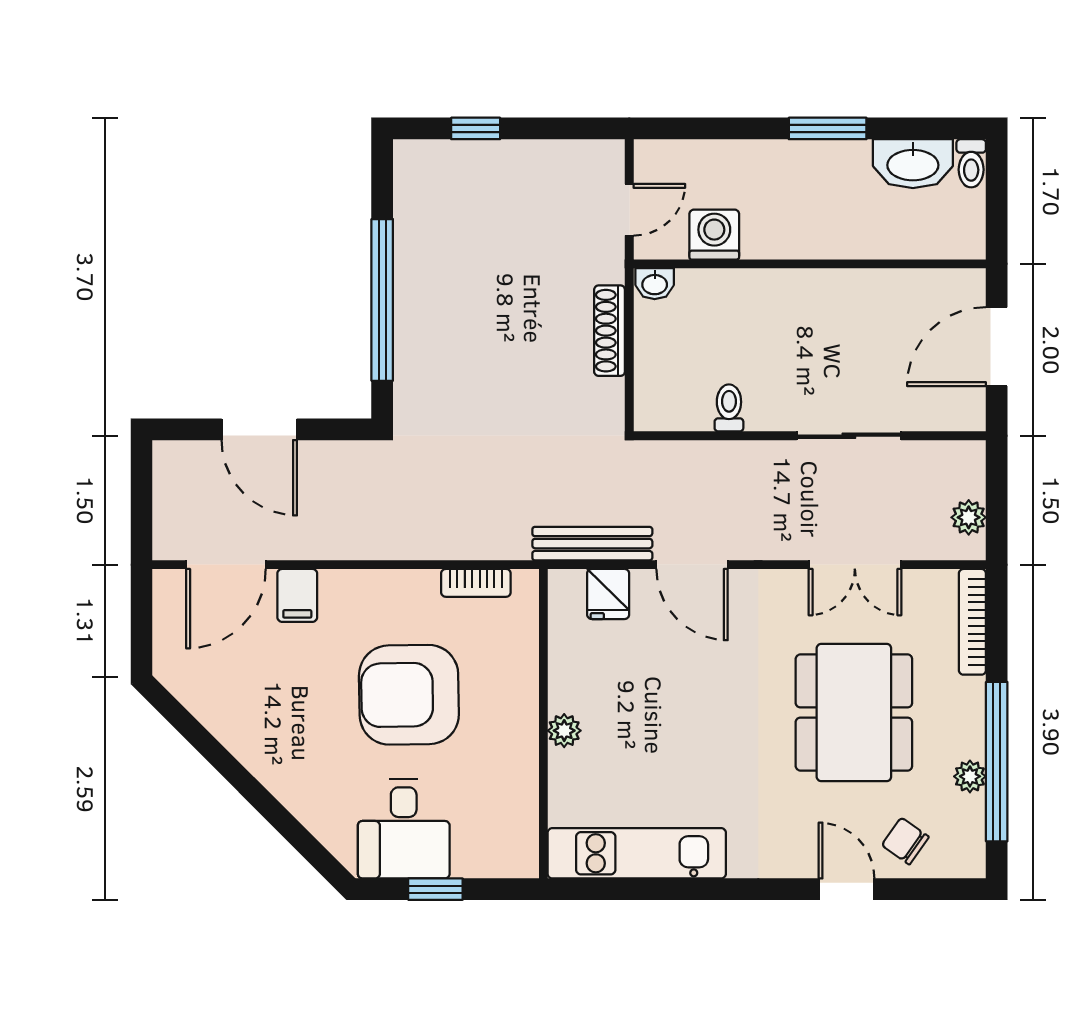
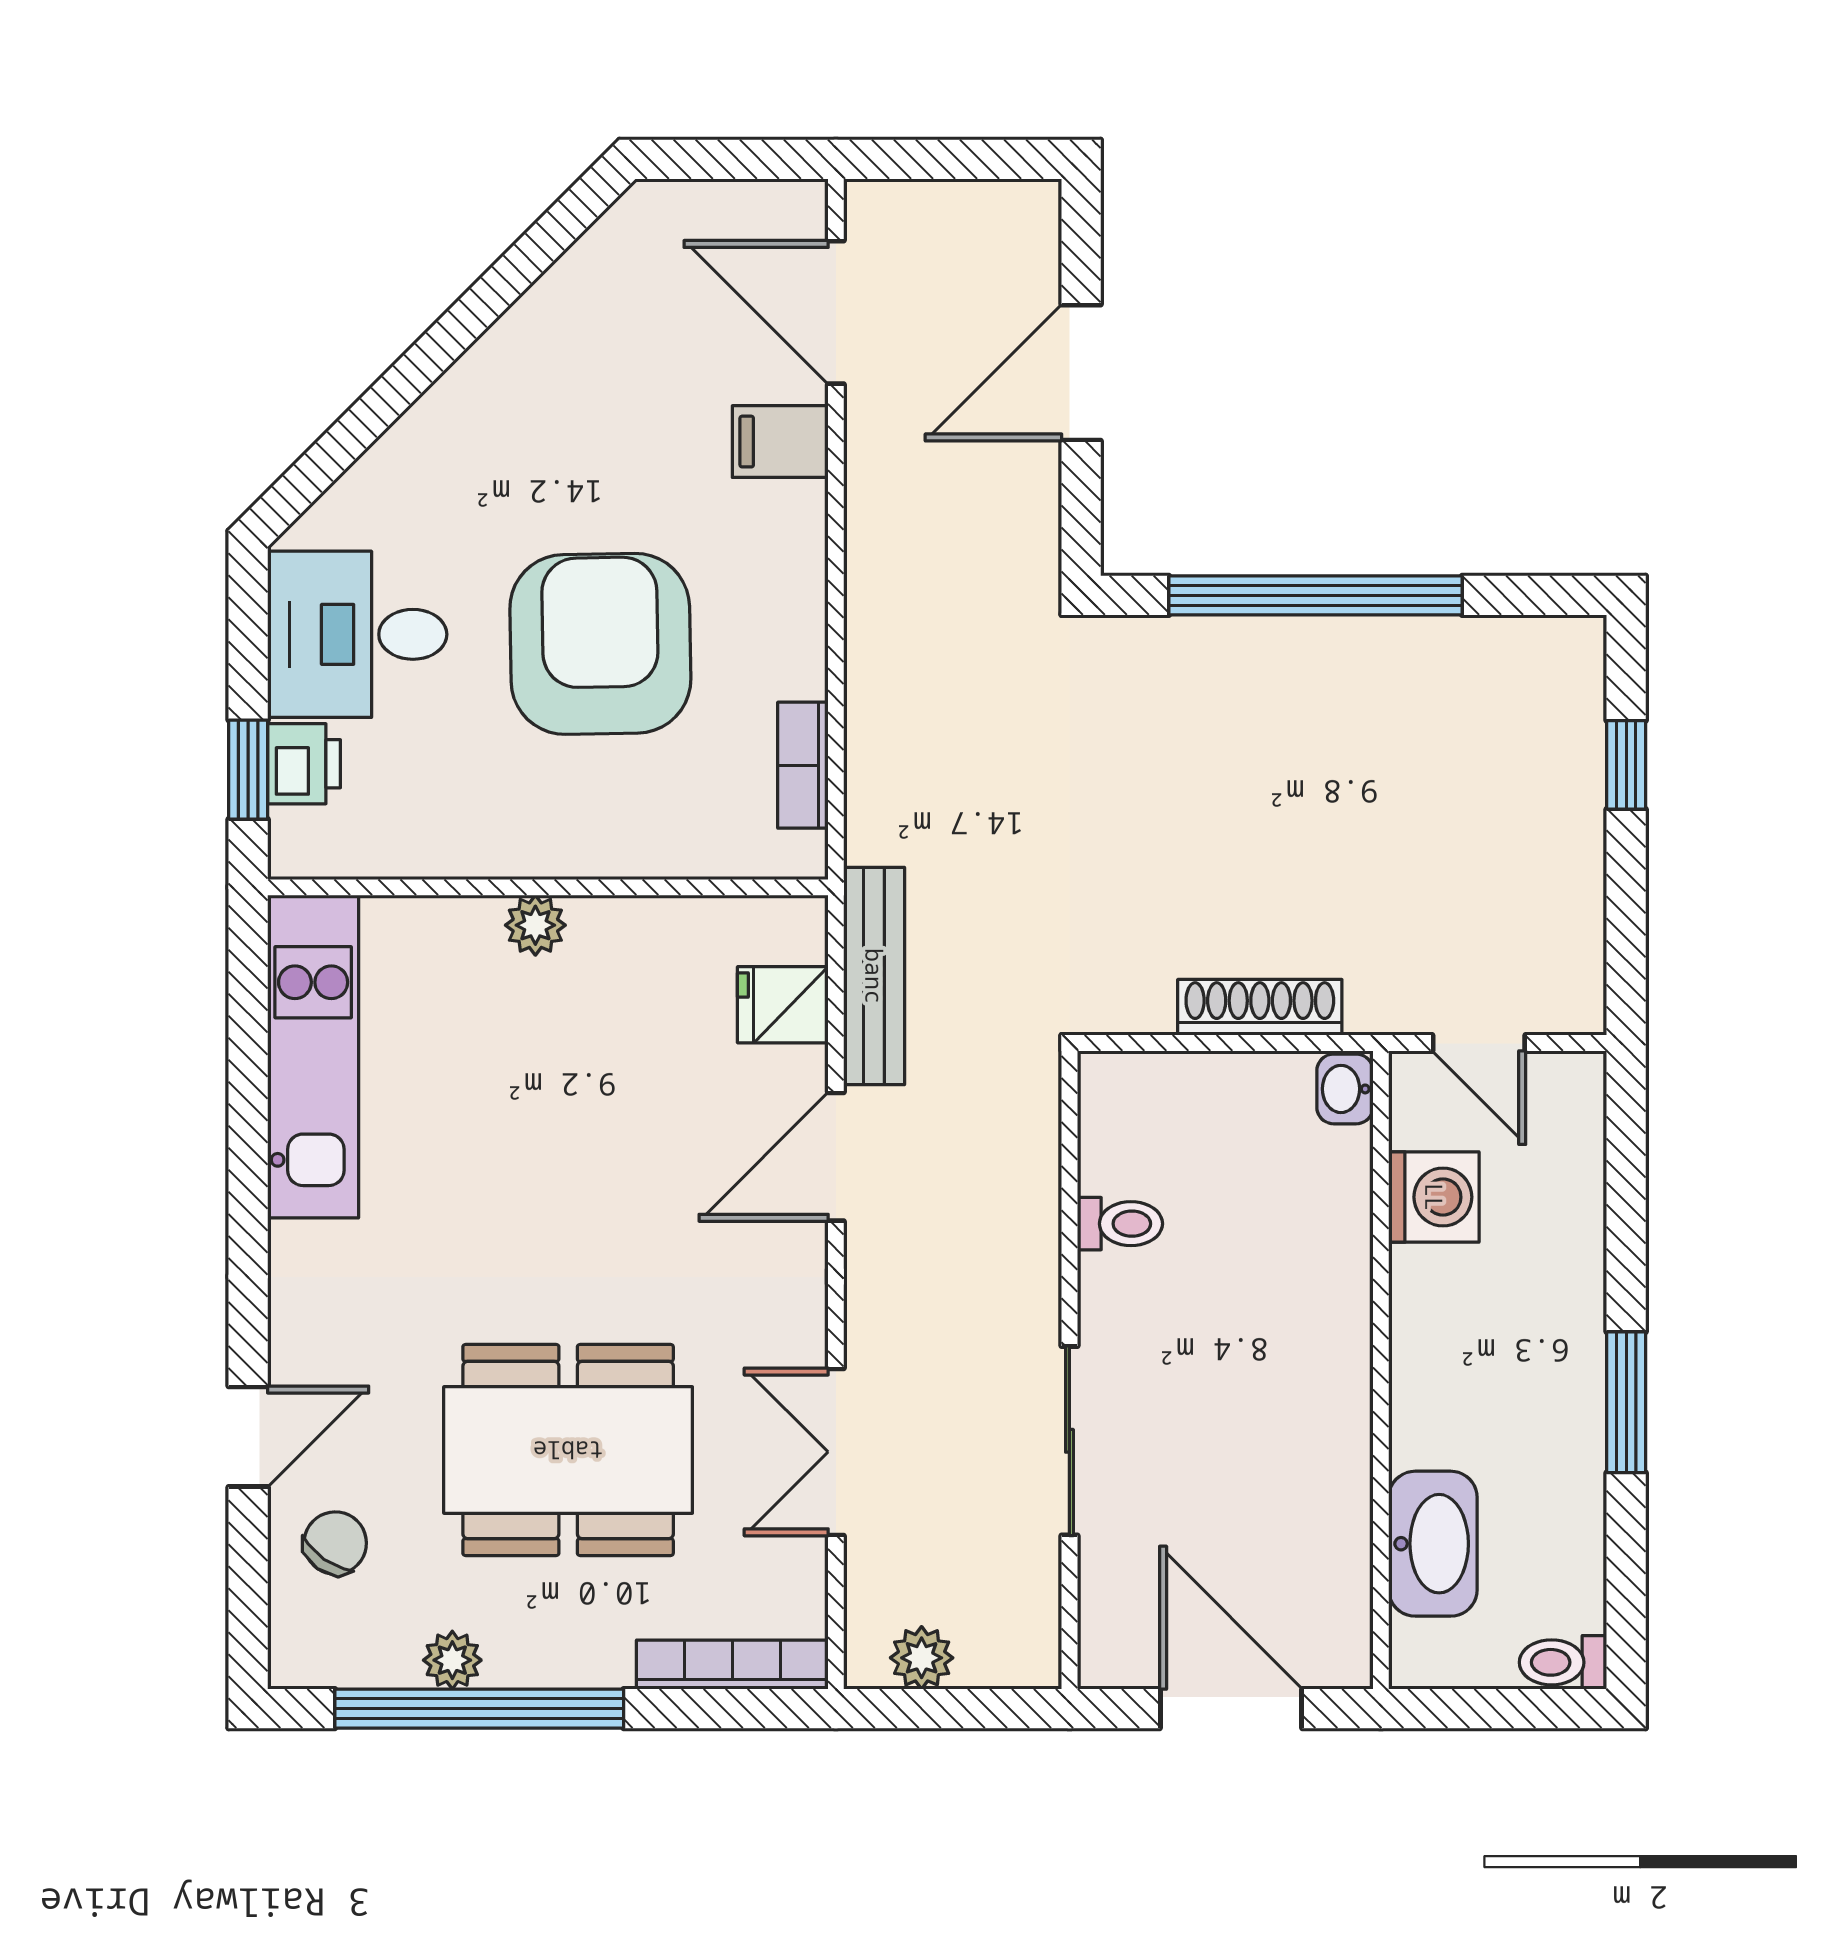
washbasin: (913, 164) -> (1433, 1544), moved, turned 180
printer: (475, 858) -> (304, 764), added
window: (435, 889) -> (248, 770), moved

